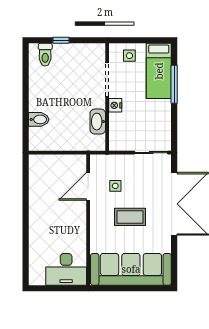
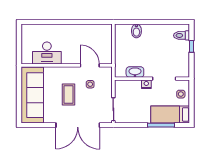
desk: (66, 269) -> (47, 53), moved, turned -90

